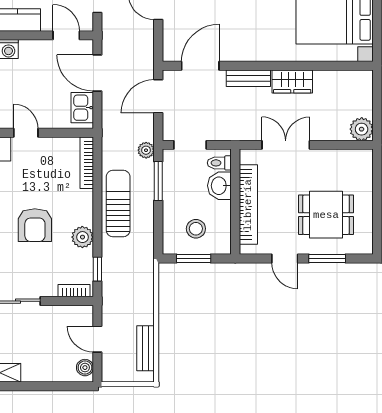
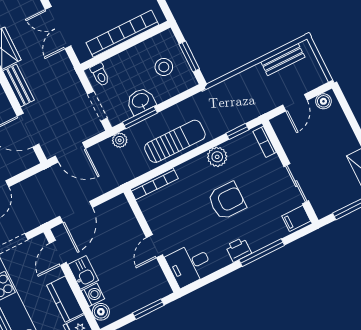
kitchen sink: (82, 108) -> (83, 272), moved, turned -90
washbasin: (219, 186) -> (141, 101), moved, turned 180
sun lounger: (118, 203) -> (175, 141), turned 180

